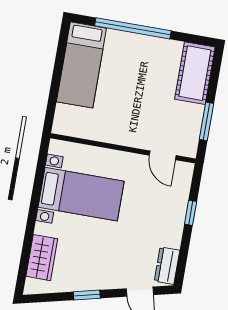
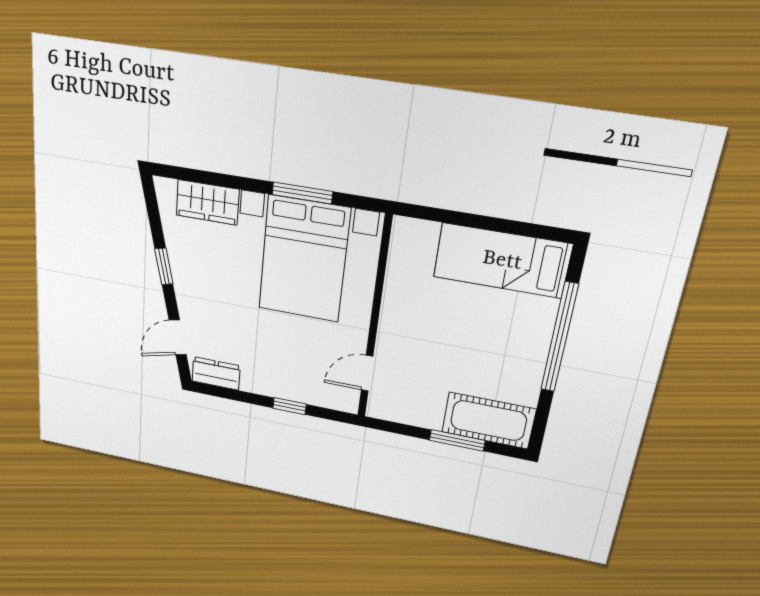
window: (207, 121) -> (457, 440), moved
window: (36, 192) -> (302, 193), added
bed with nightstands: (81, 194) -> (304, 259), width x1.36

